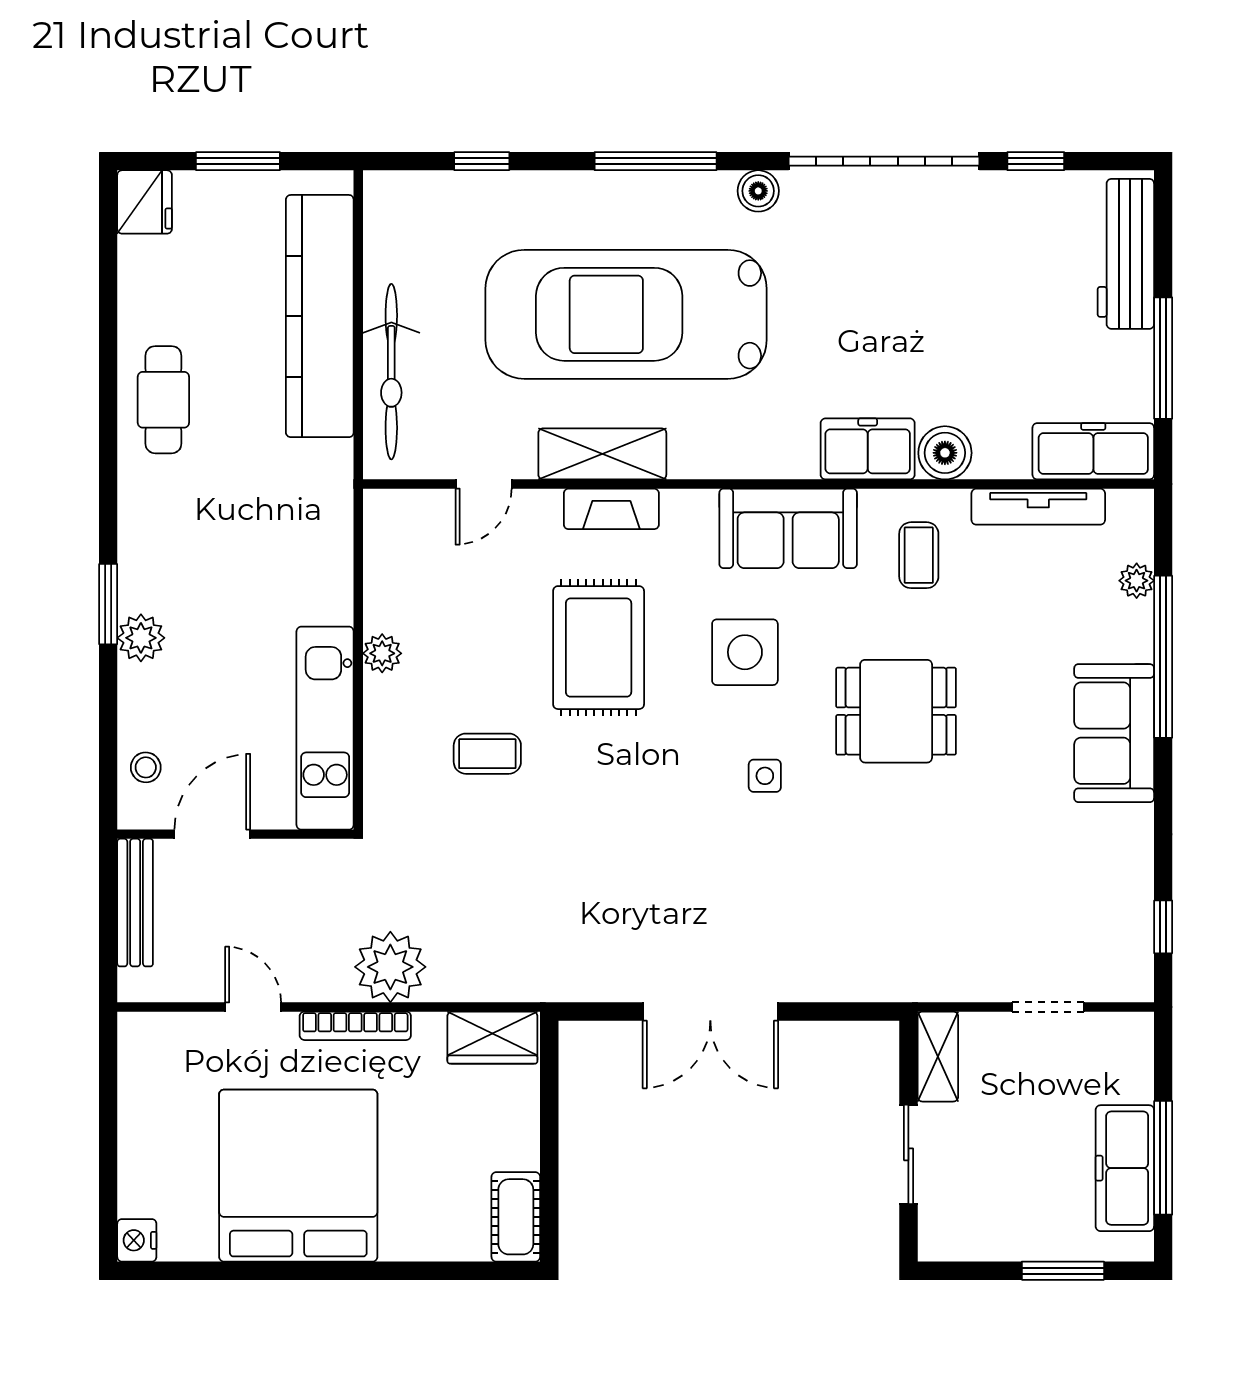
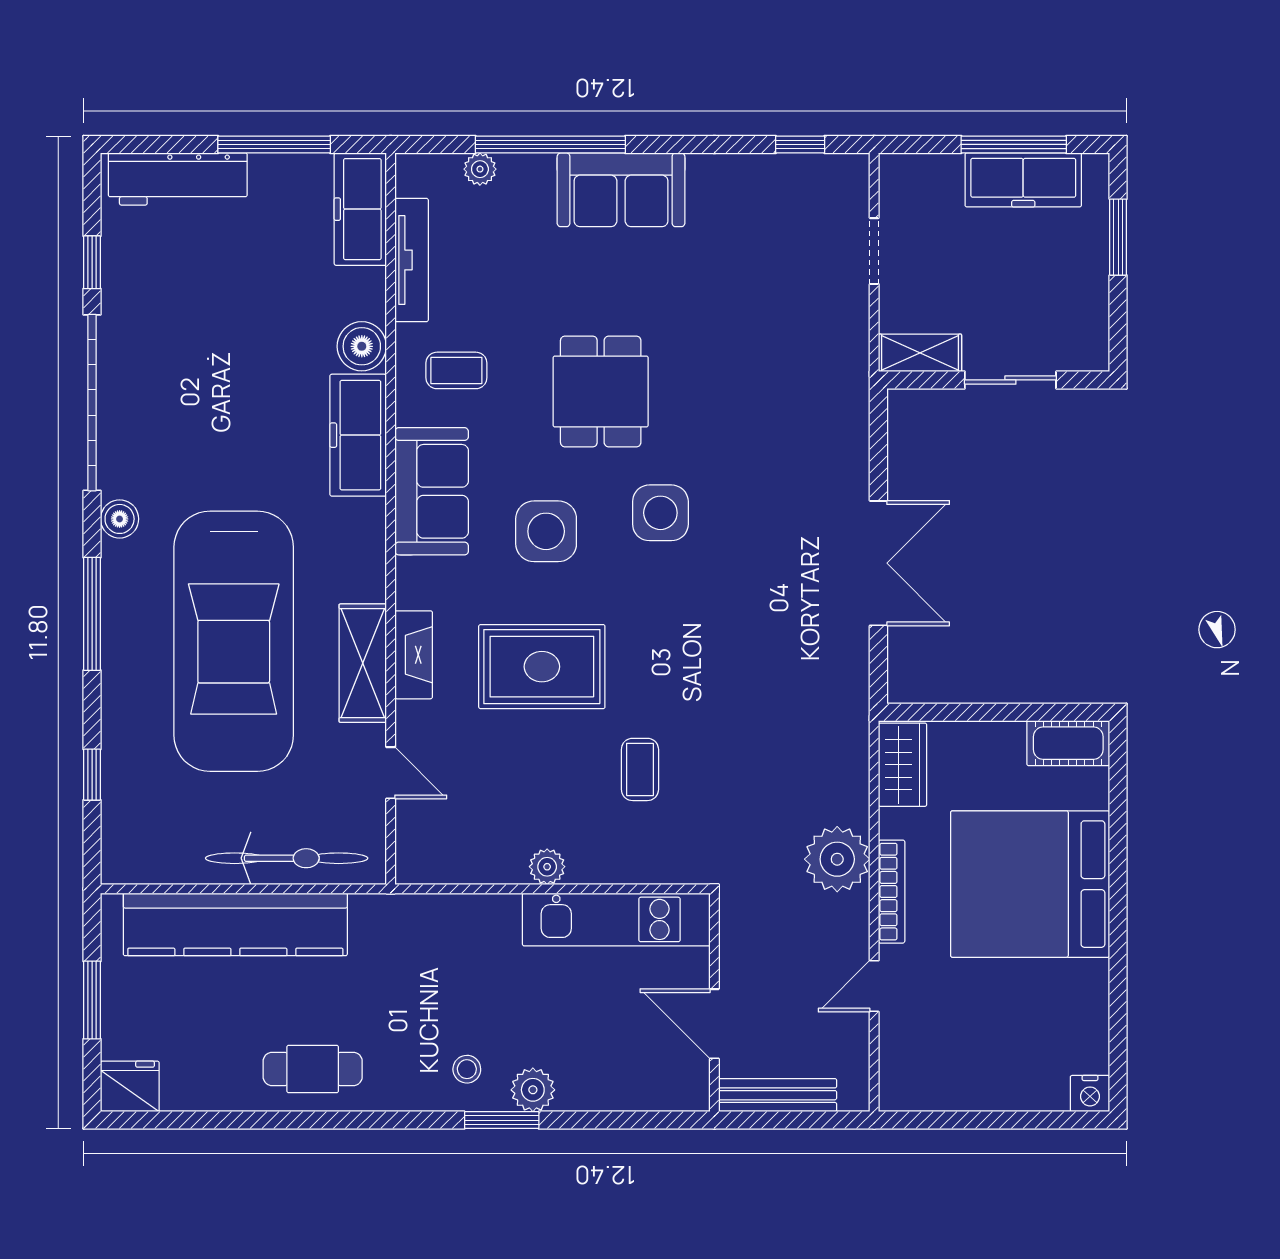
freezer: (868, 449) -> (358, 435), width x1.40
stool: (146, 767) -> (467, 1069), moved
side table: (765, 776) -> (660, 513), width x1.87, depth x1.87
bed: (298, 1176) -> (1030, 884), moved

